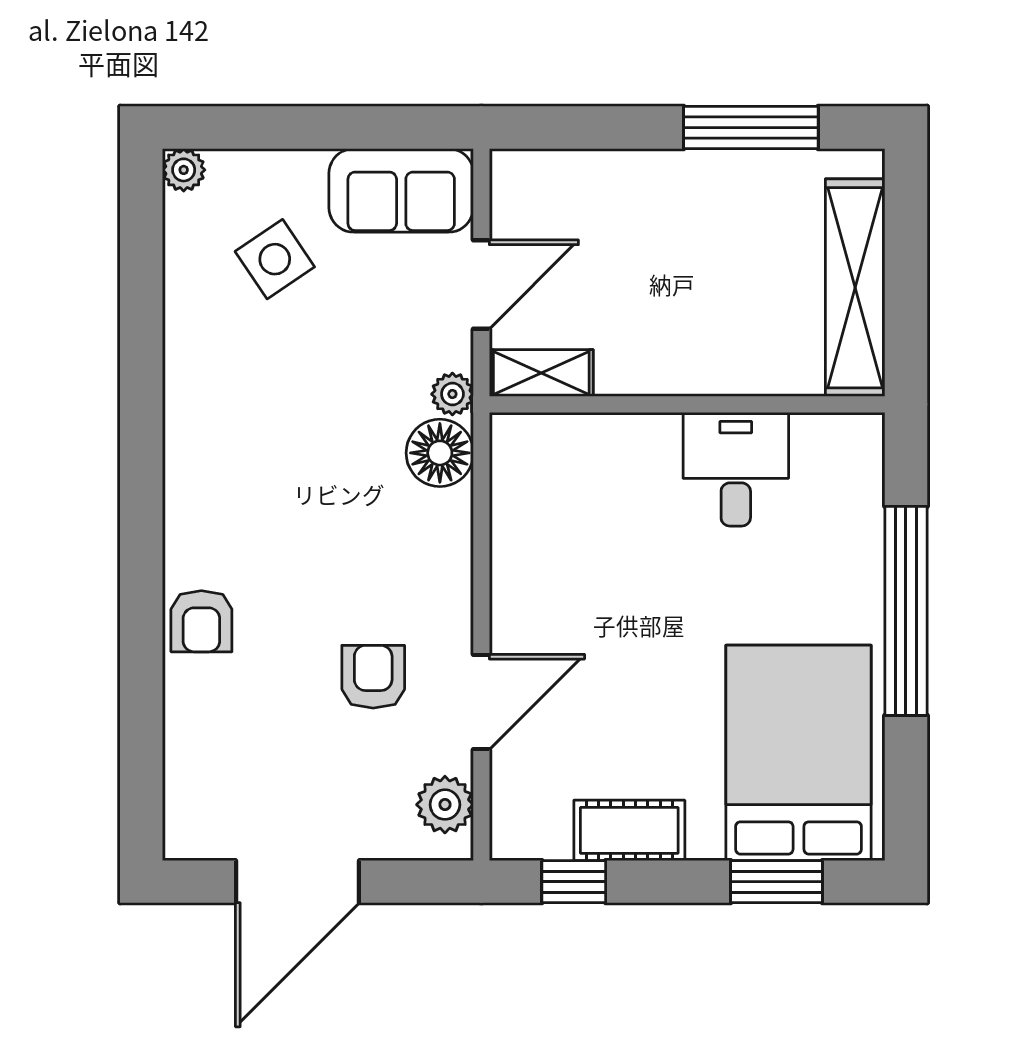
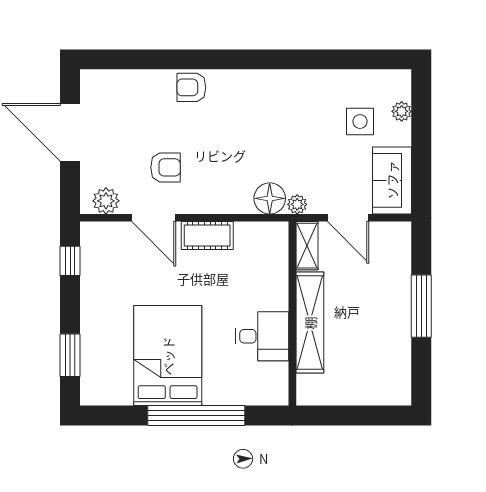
window: (751, 128) -> (421, 306), moved
plant: (184, 170) -> (402, 111), moved
side table: (275, 259) -> (360, 122), turned 34
shelving: (855, 288) -> (310, 323), moved, turned 90
bed: (798, 753) -> (168, 356), moved, turned -90
cot: (629, 830) -> (207, 236), moved, turned 90

